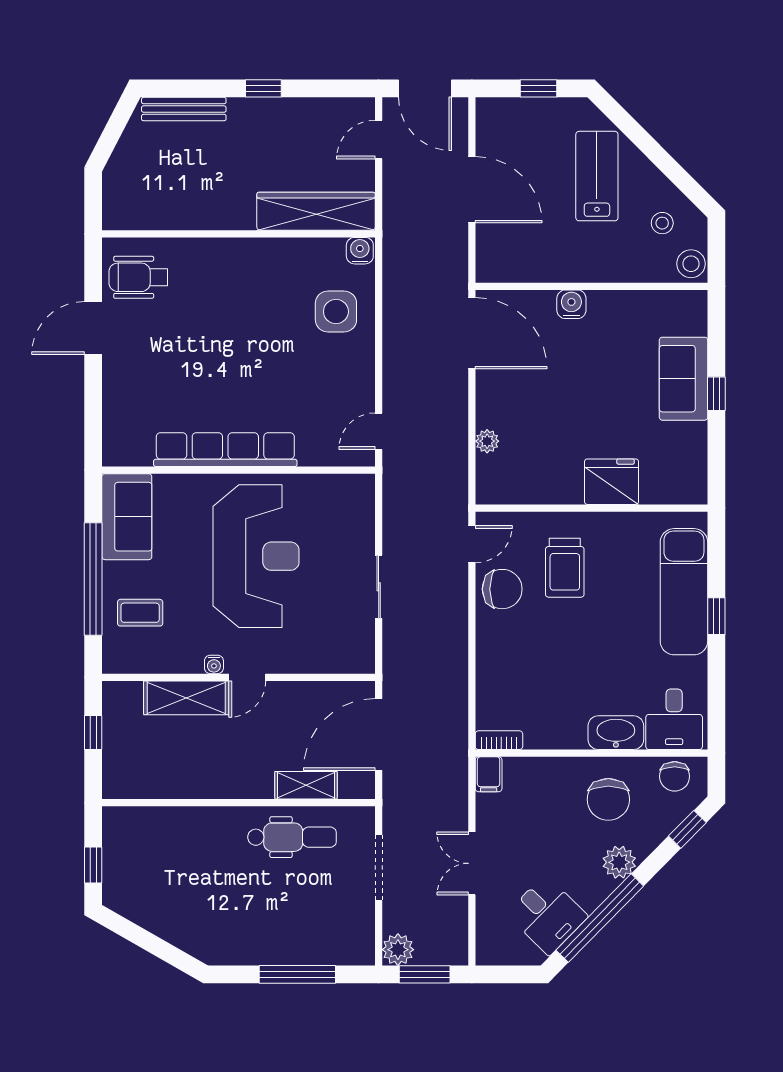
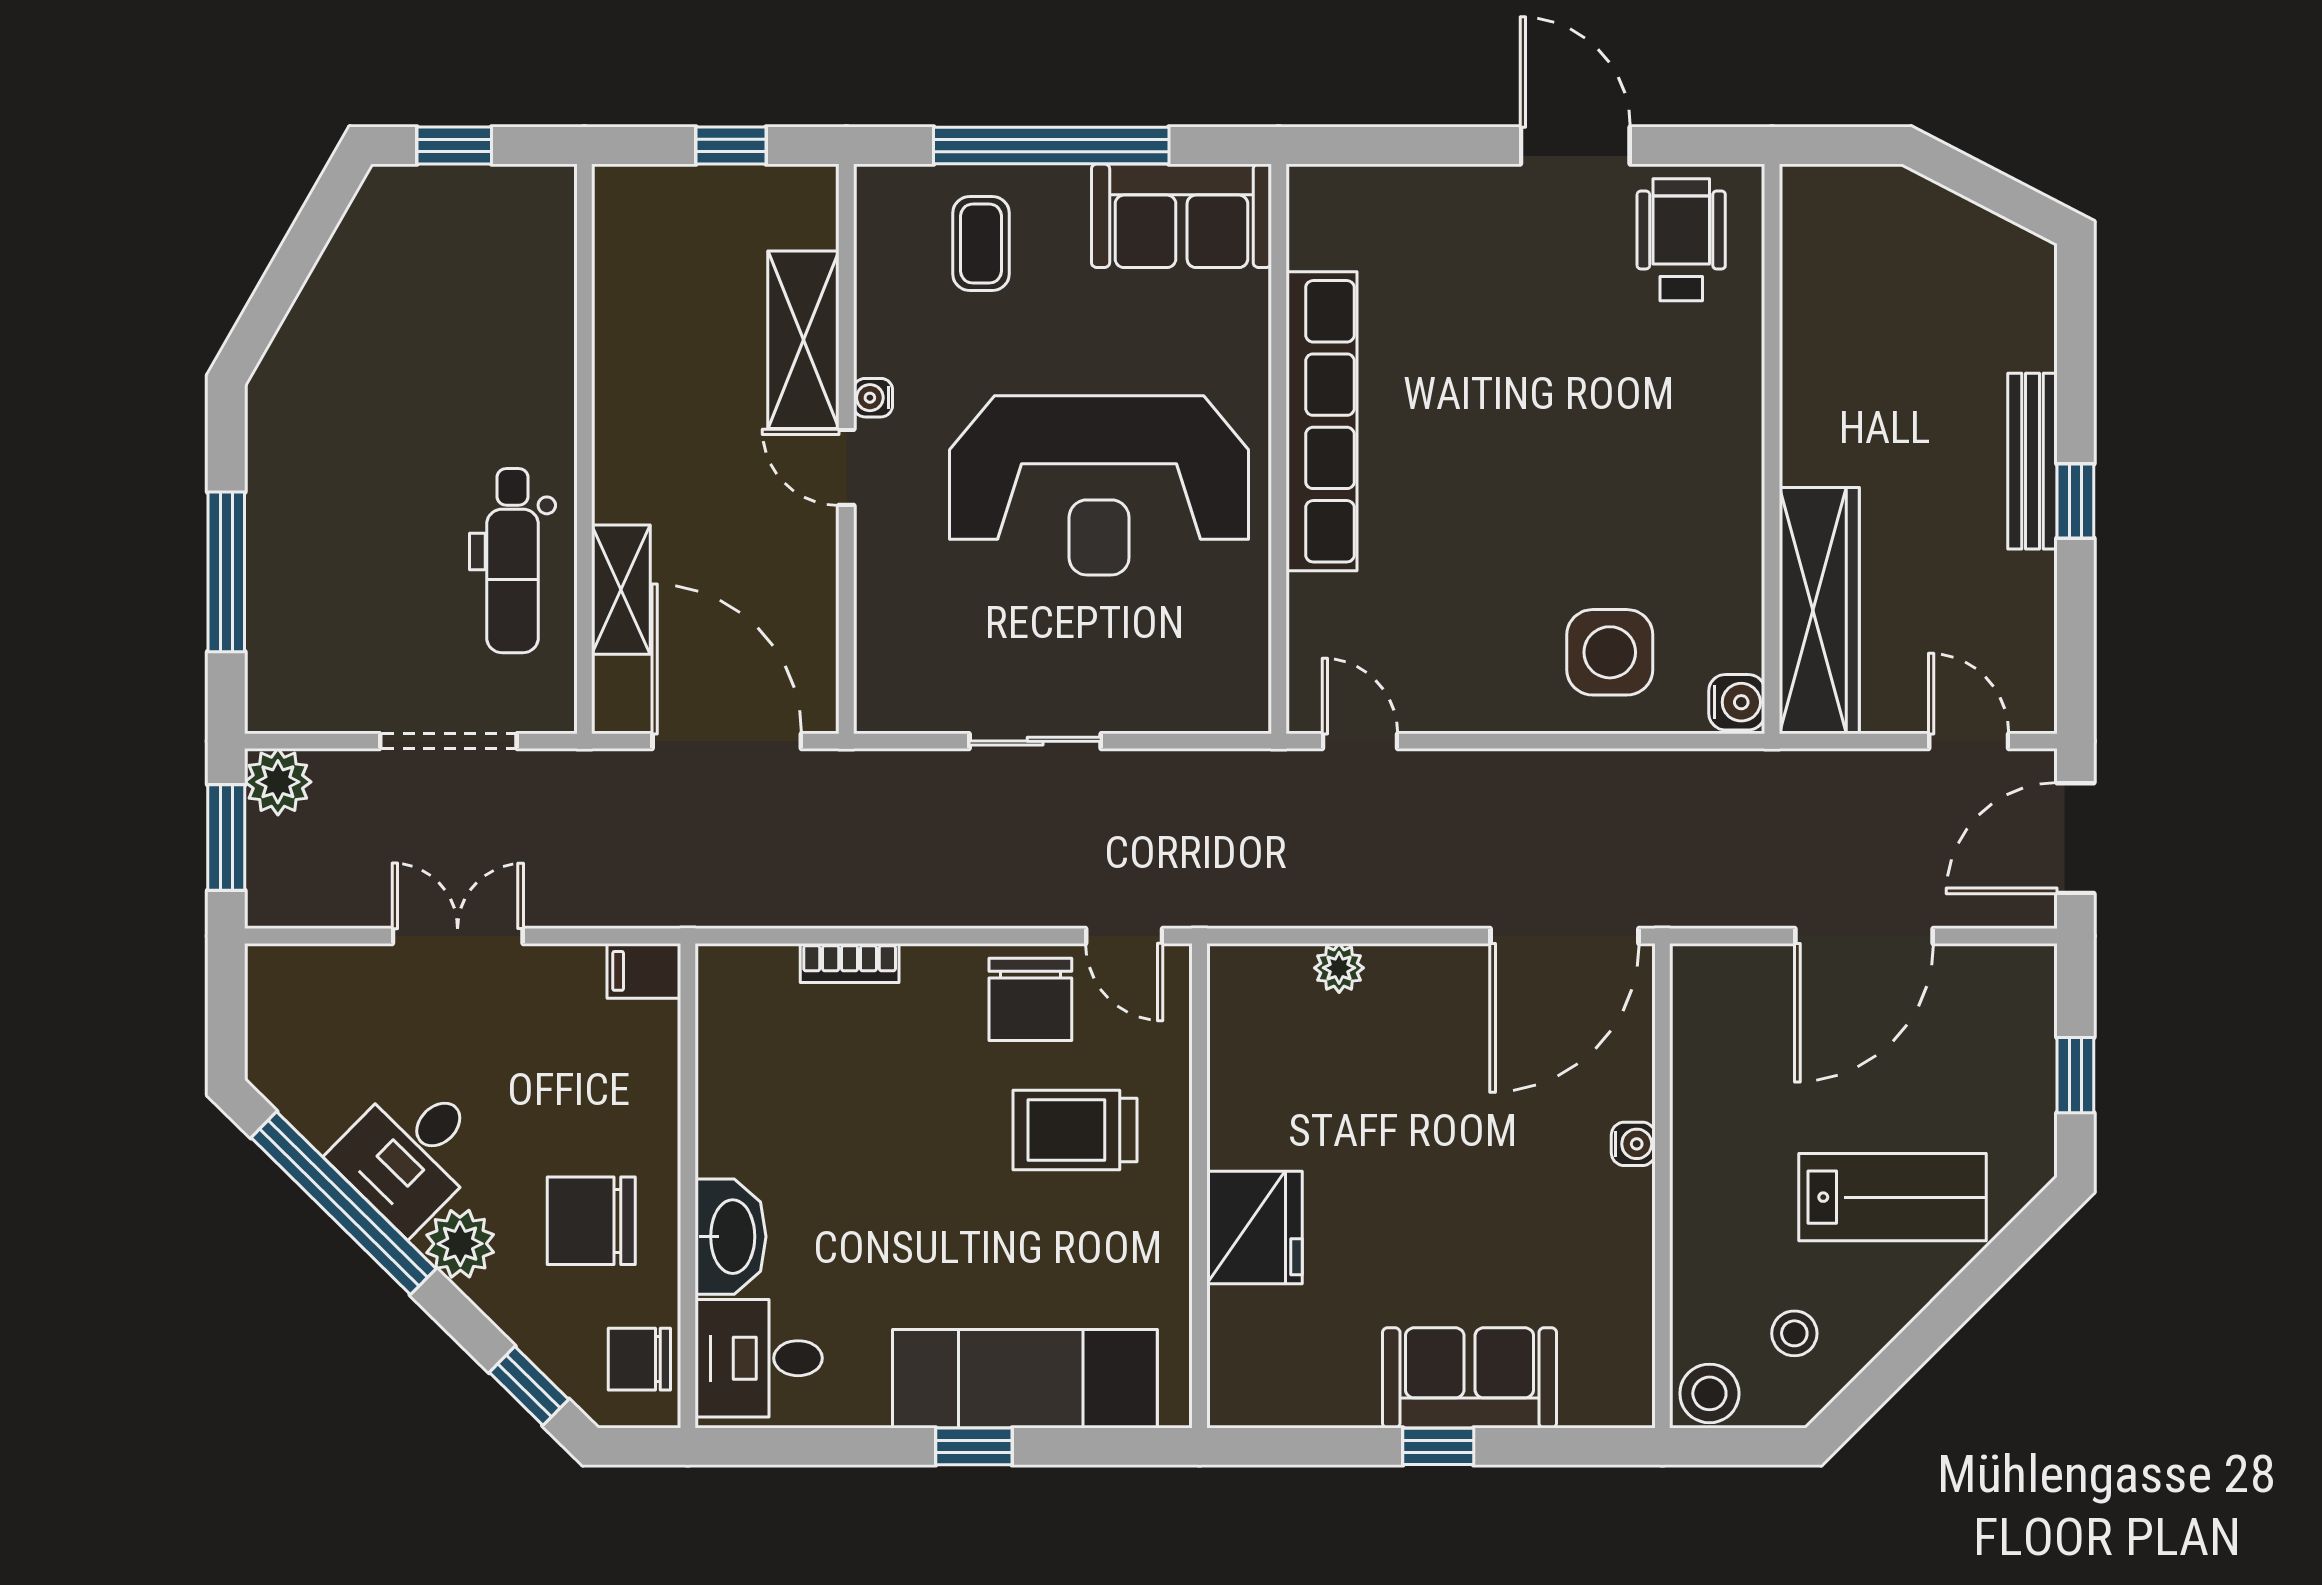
bench: (184, 109) -> (2032, 461), moved
water cooler: (571, 304) -> (1633, 1144), width x0.72, depth x0.72
bookcase: (499, 740) -> (850, 963), moved, turned 90
desk: (547, 915) -> (410, 1153), moved

